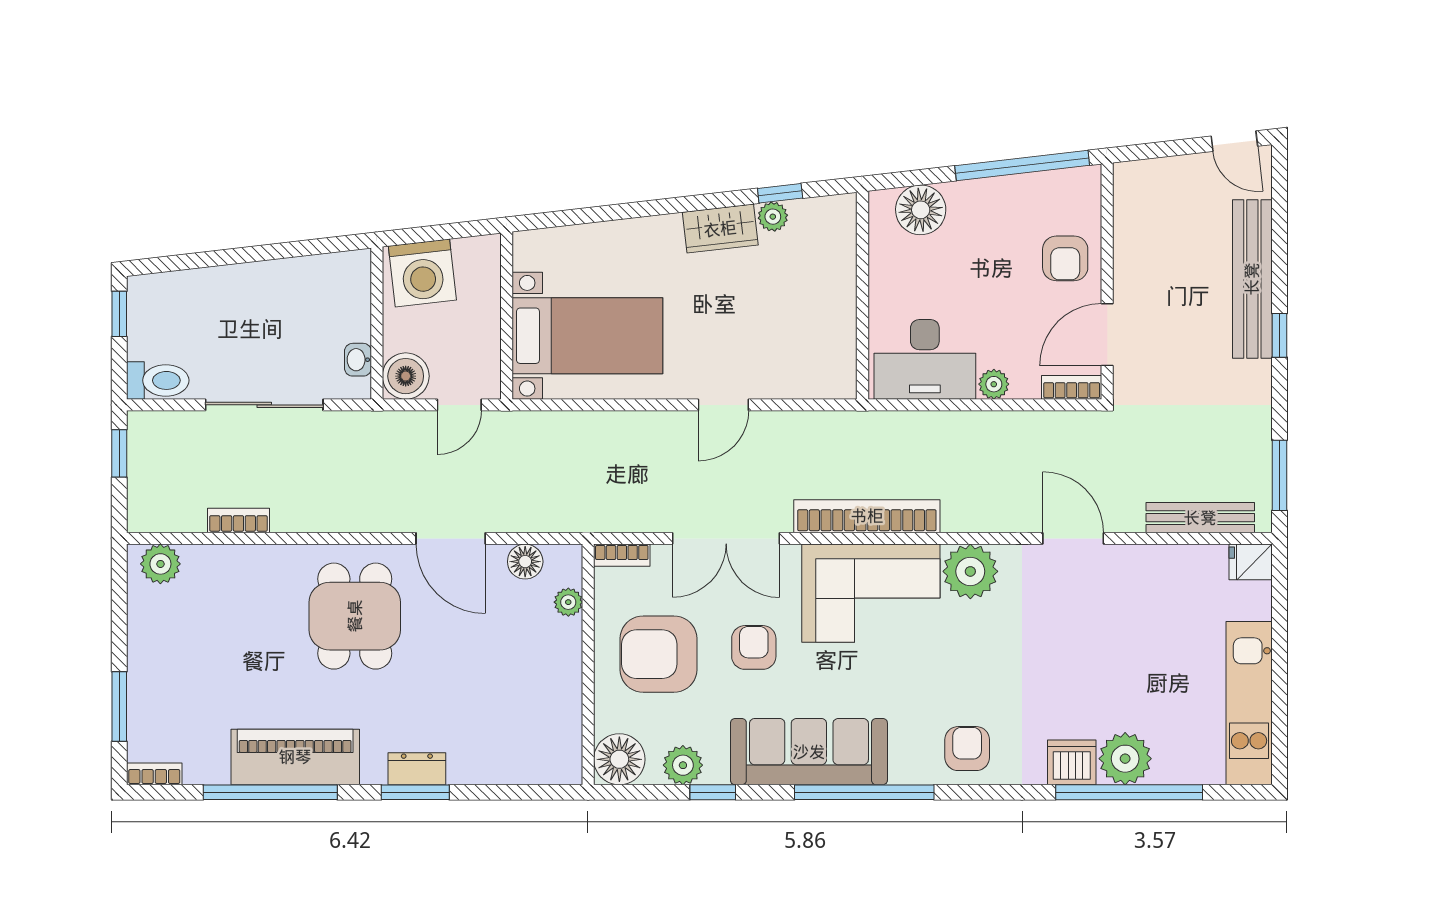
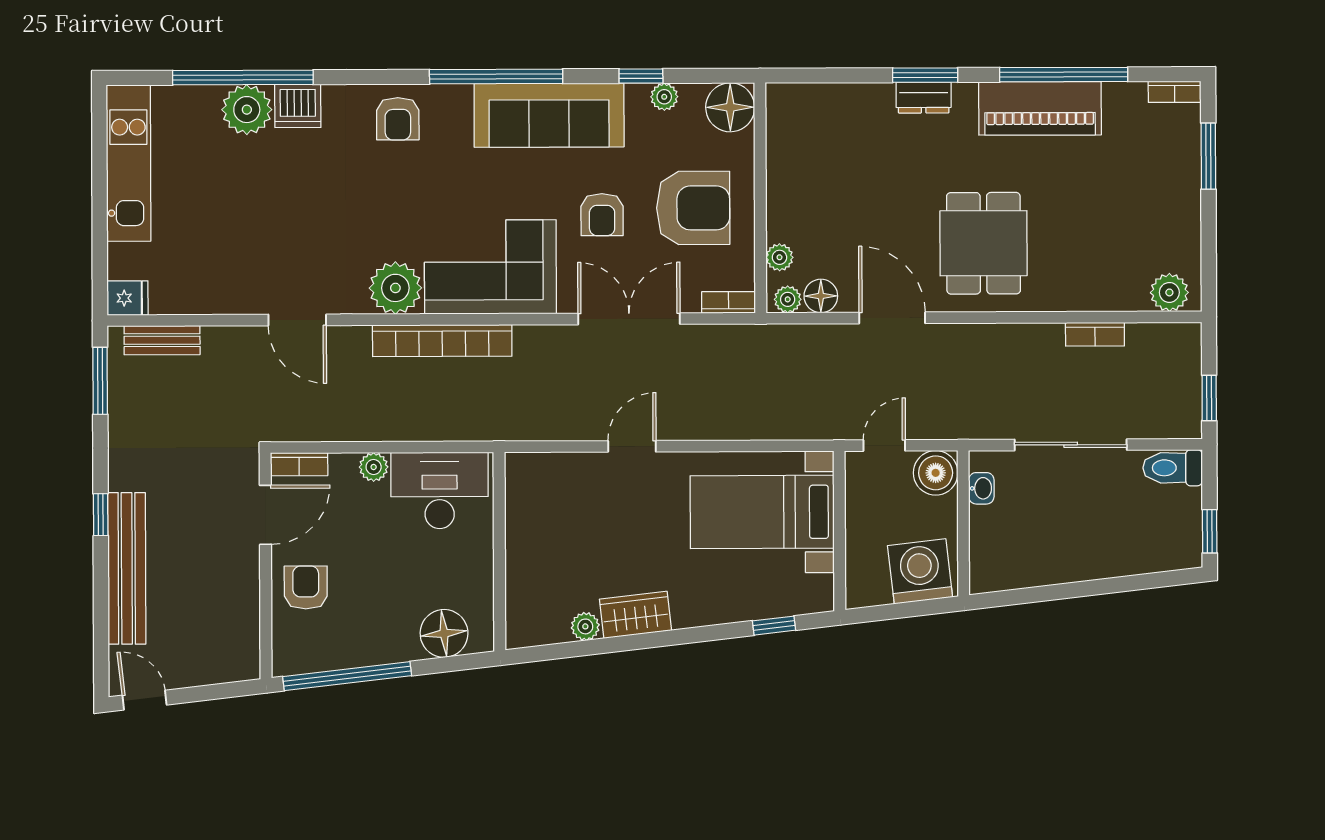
window: (780, 193) -> (774, 626), moved
bookcase: (867, 516) -> (442, 341), moved
bench: (1200, 518) -> (162, 340), width x0.73
plant: (560, 558) -> (788, 299), added
plant: (683, 765) -> (664, 97), width x0.73, depth x0.73

